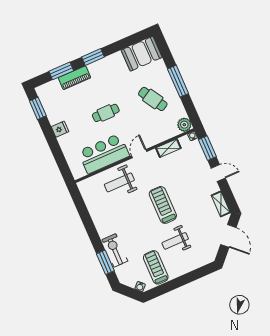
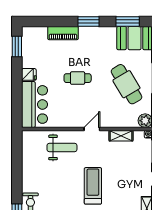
window: (61, 71) -> (128, 21), moved
cafe table: (153, 99) -> (126, 84), width x1.37, depth x1.35
bar counter: (104, 154) -> (35, 104), moved, turned 90
weight bench: (119, 182) -> (62, 147), turned 180

